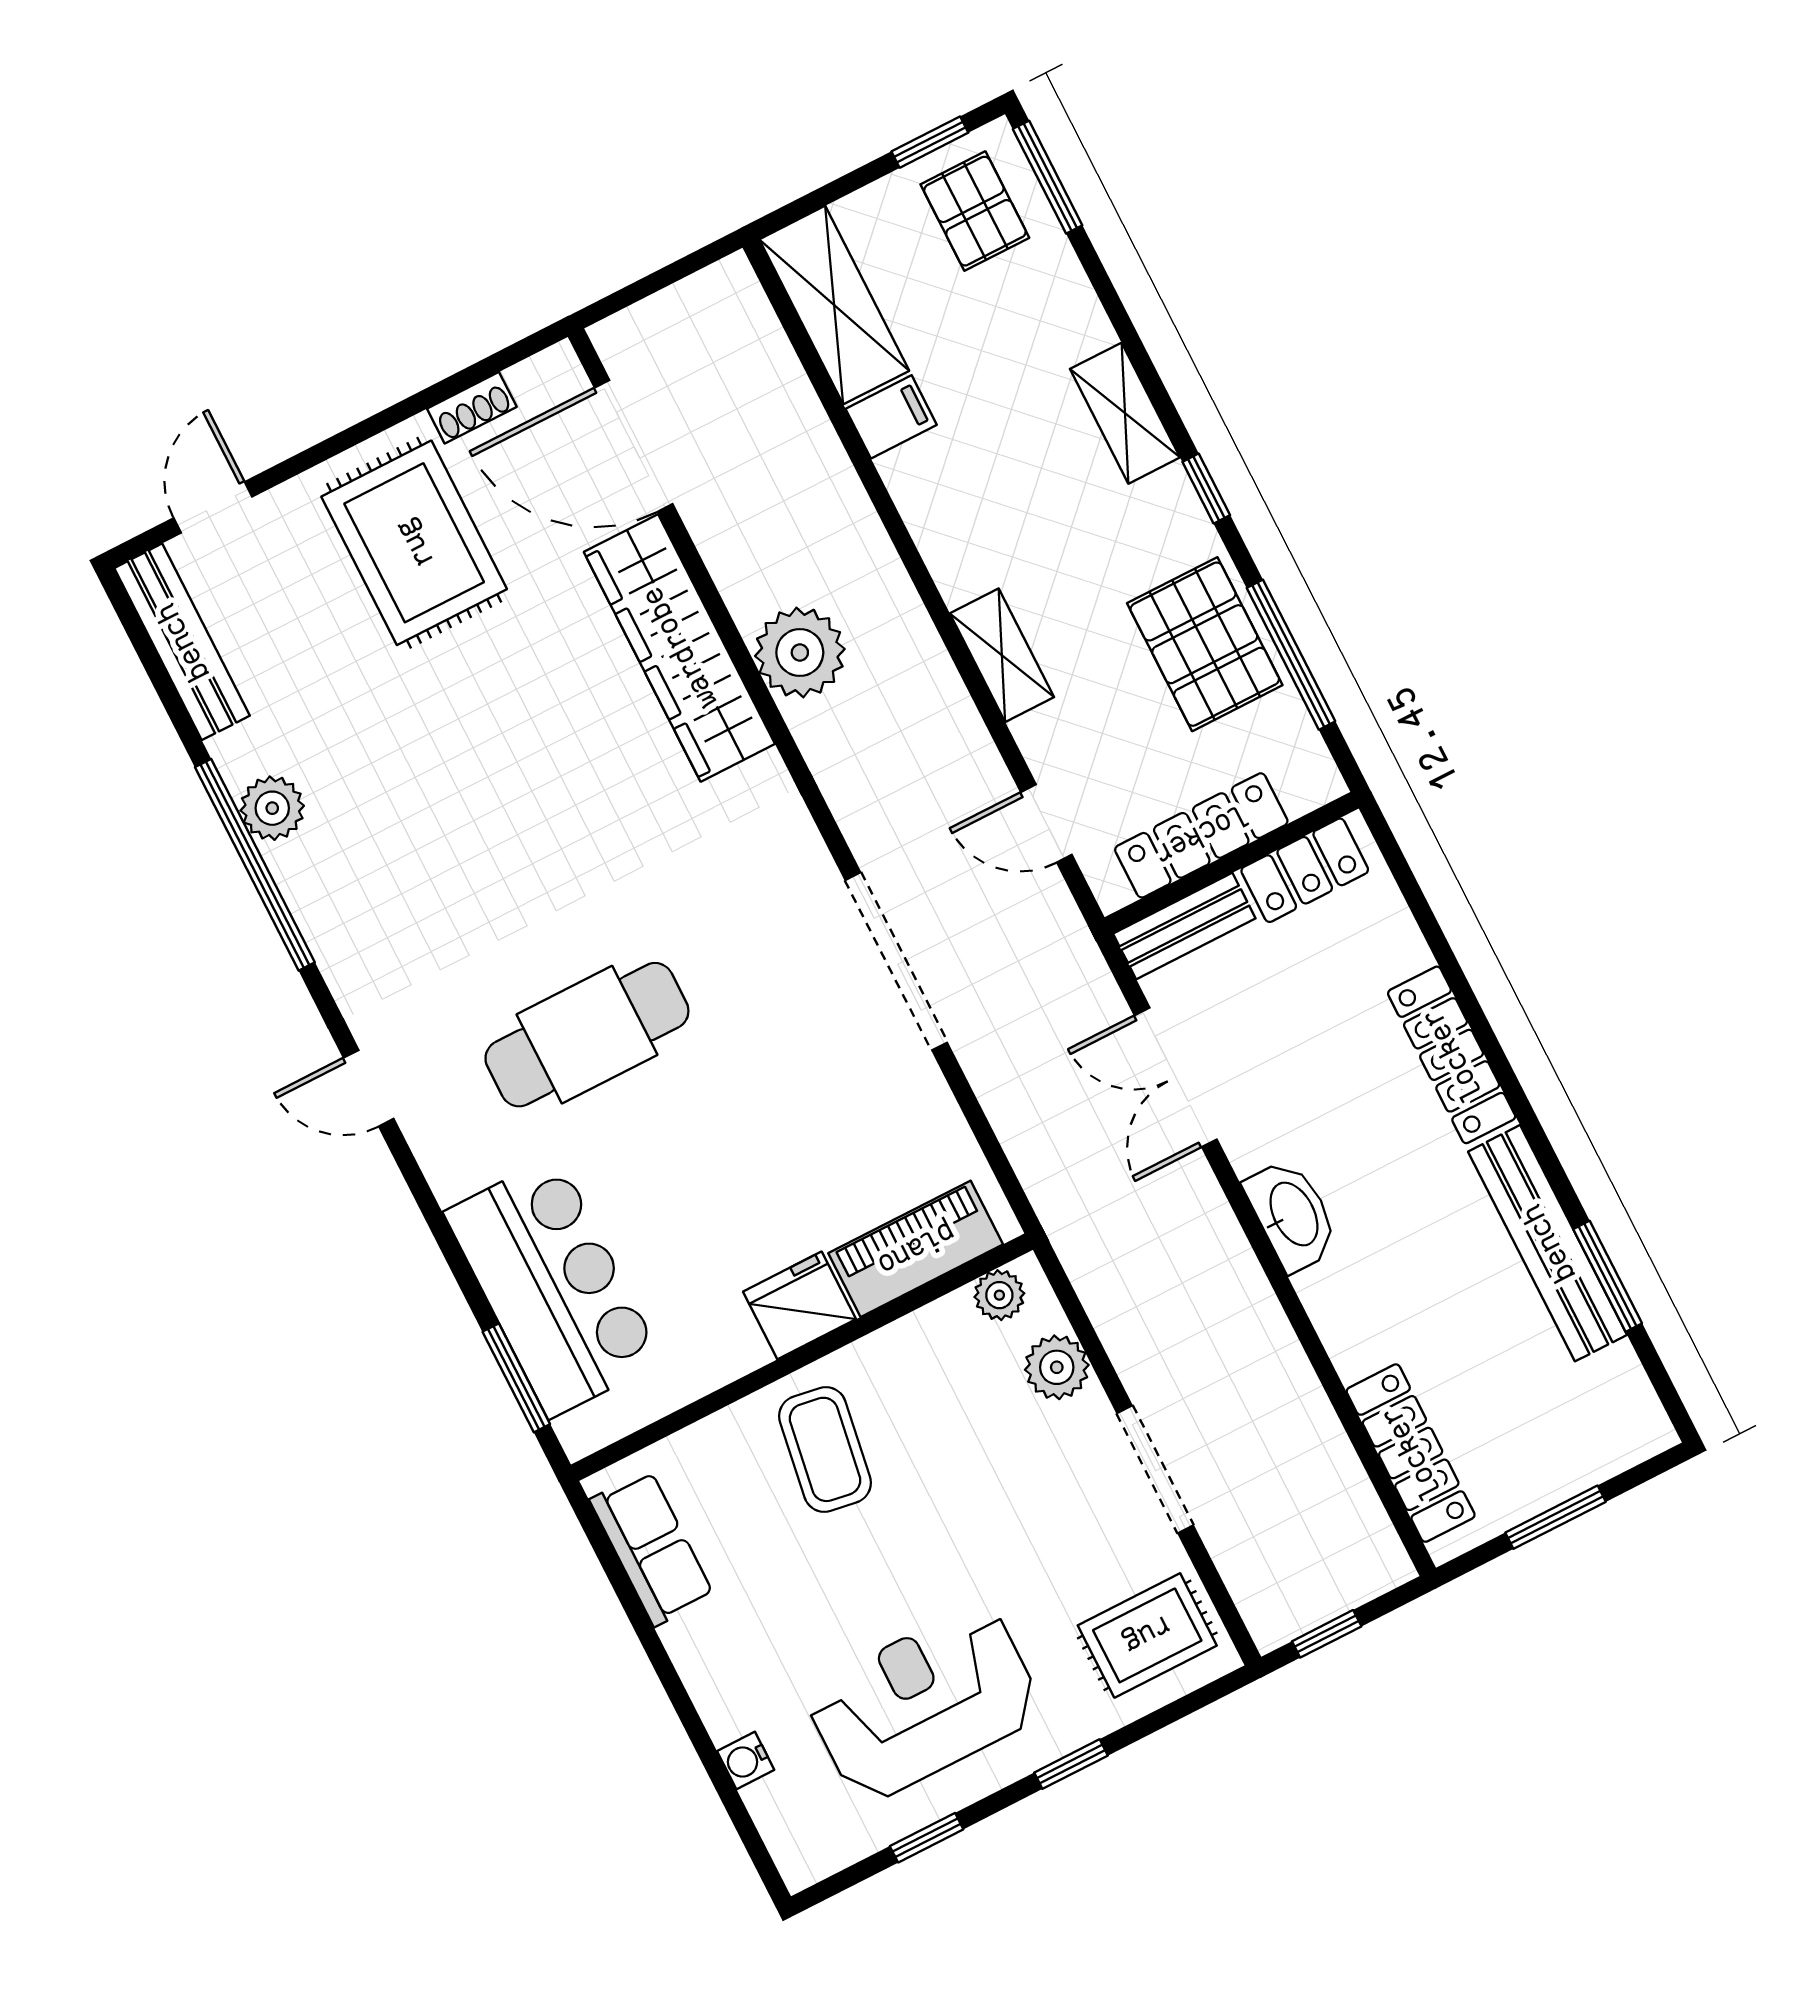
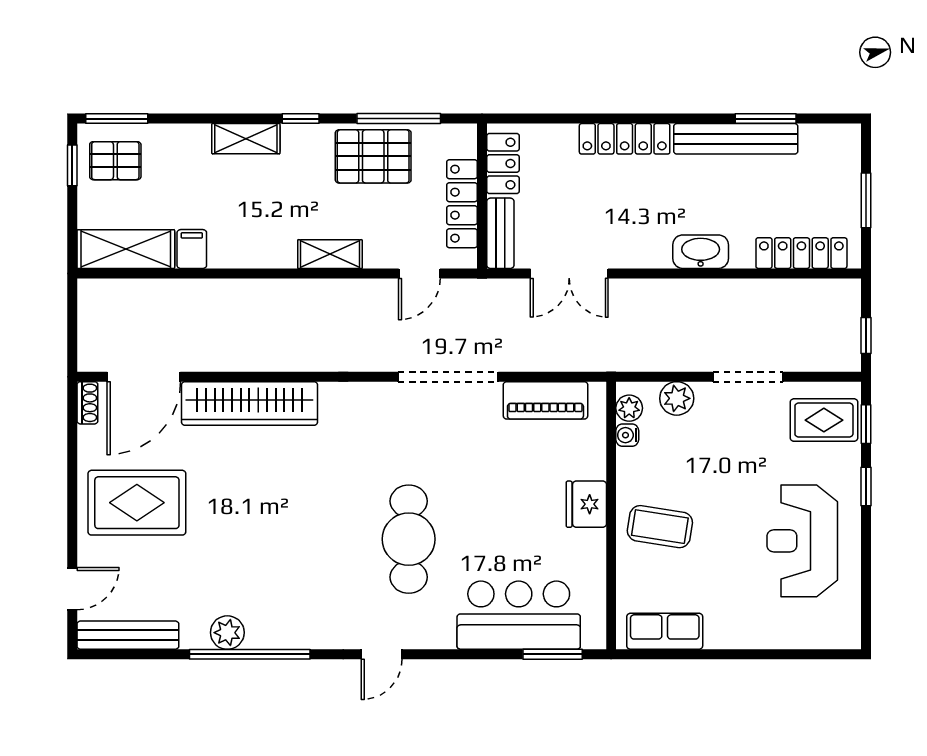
shoe rack: (472, 408) -> (87, 403), moved
door: (213, 507) -> (72, 589), swing flipped
plant: (800, 653) -> (280, 348), removed
washbasin: (1292, 1215) -> (701, 252), moved
piano: (916, 1249) -> (545, 400), moved, turned -90
rug: (1147, 1635) -> (824, 420), turned 90
water cooler: (746, 1760) -> (627, 435), moved, turned 90
window: (927, 1838) -> (866, 424), moved

